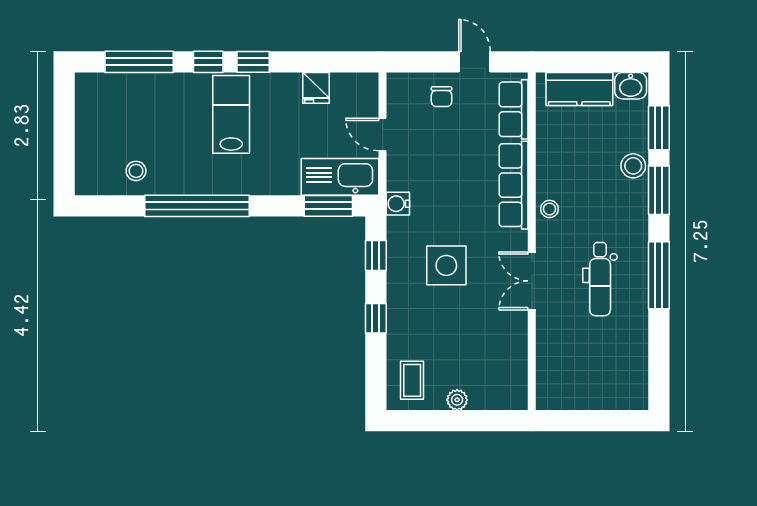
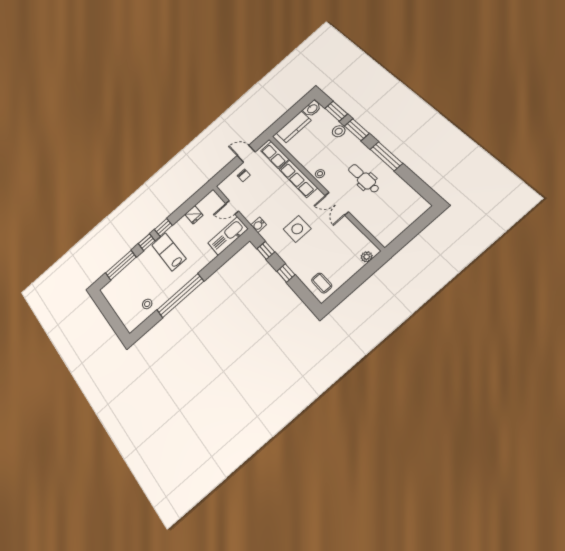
window: (328, 206) -> (232, 250), removed
dental chair: (600, 279) -> (364, 179), turned 180
plant: (457, 400) -> (367, 257), moved

